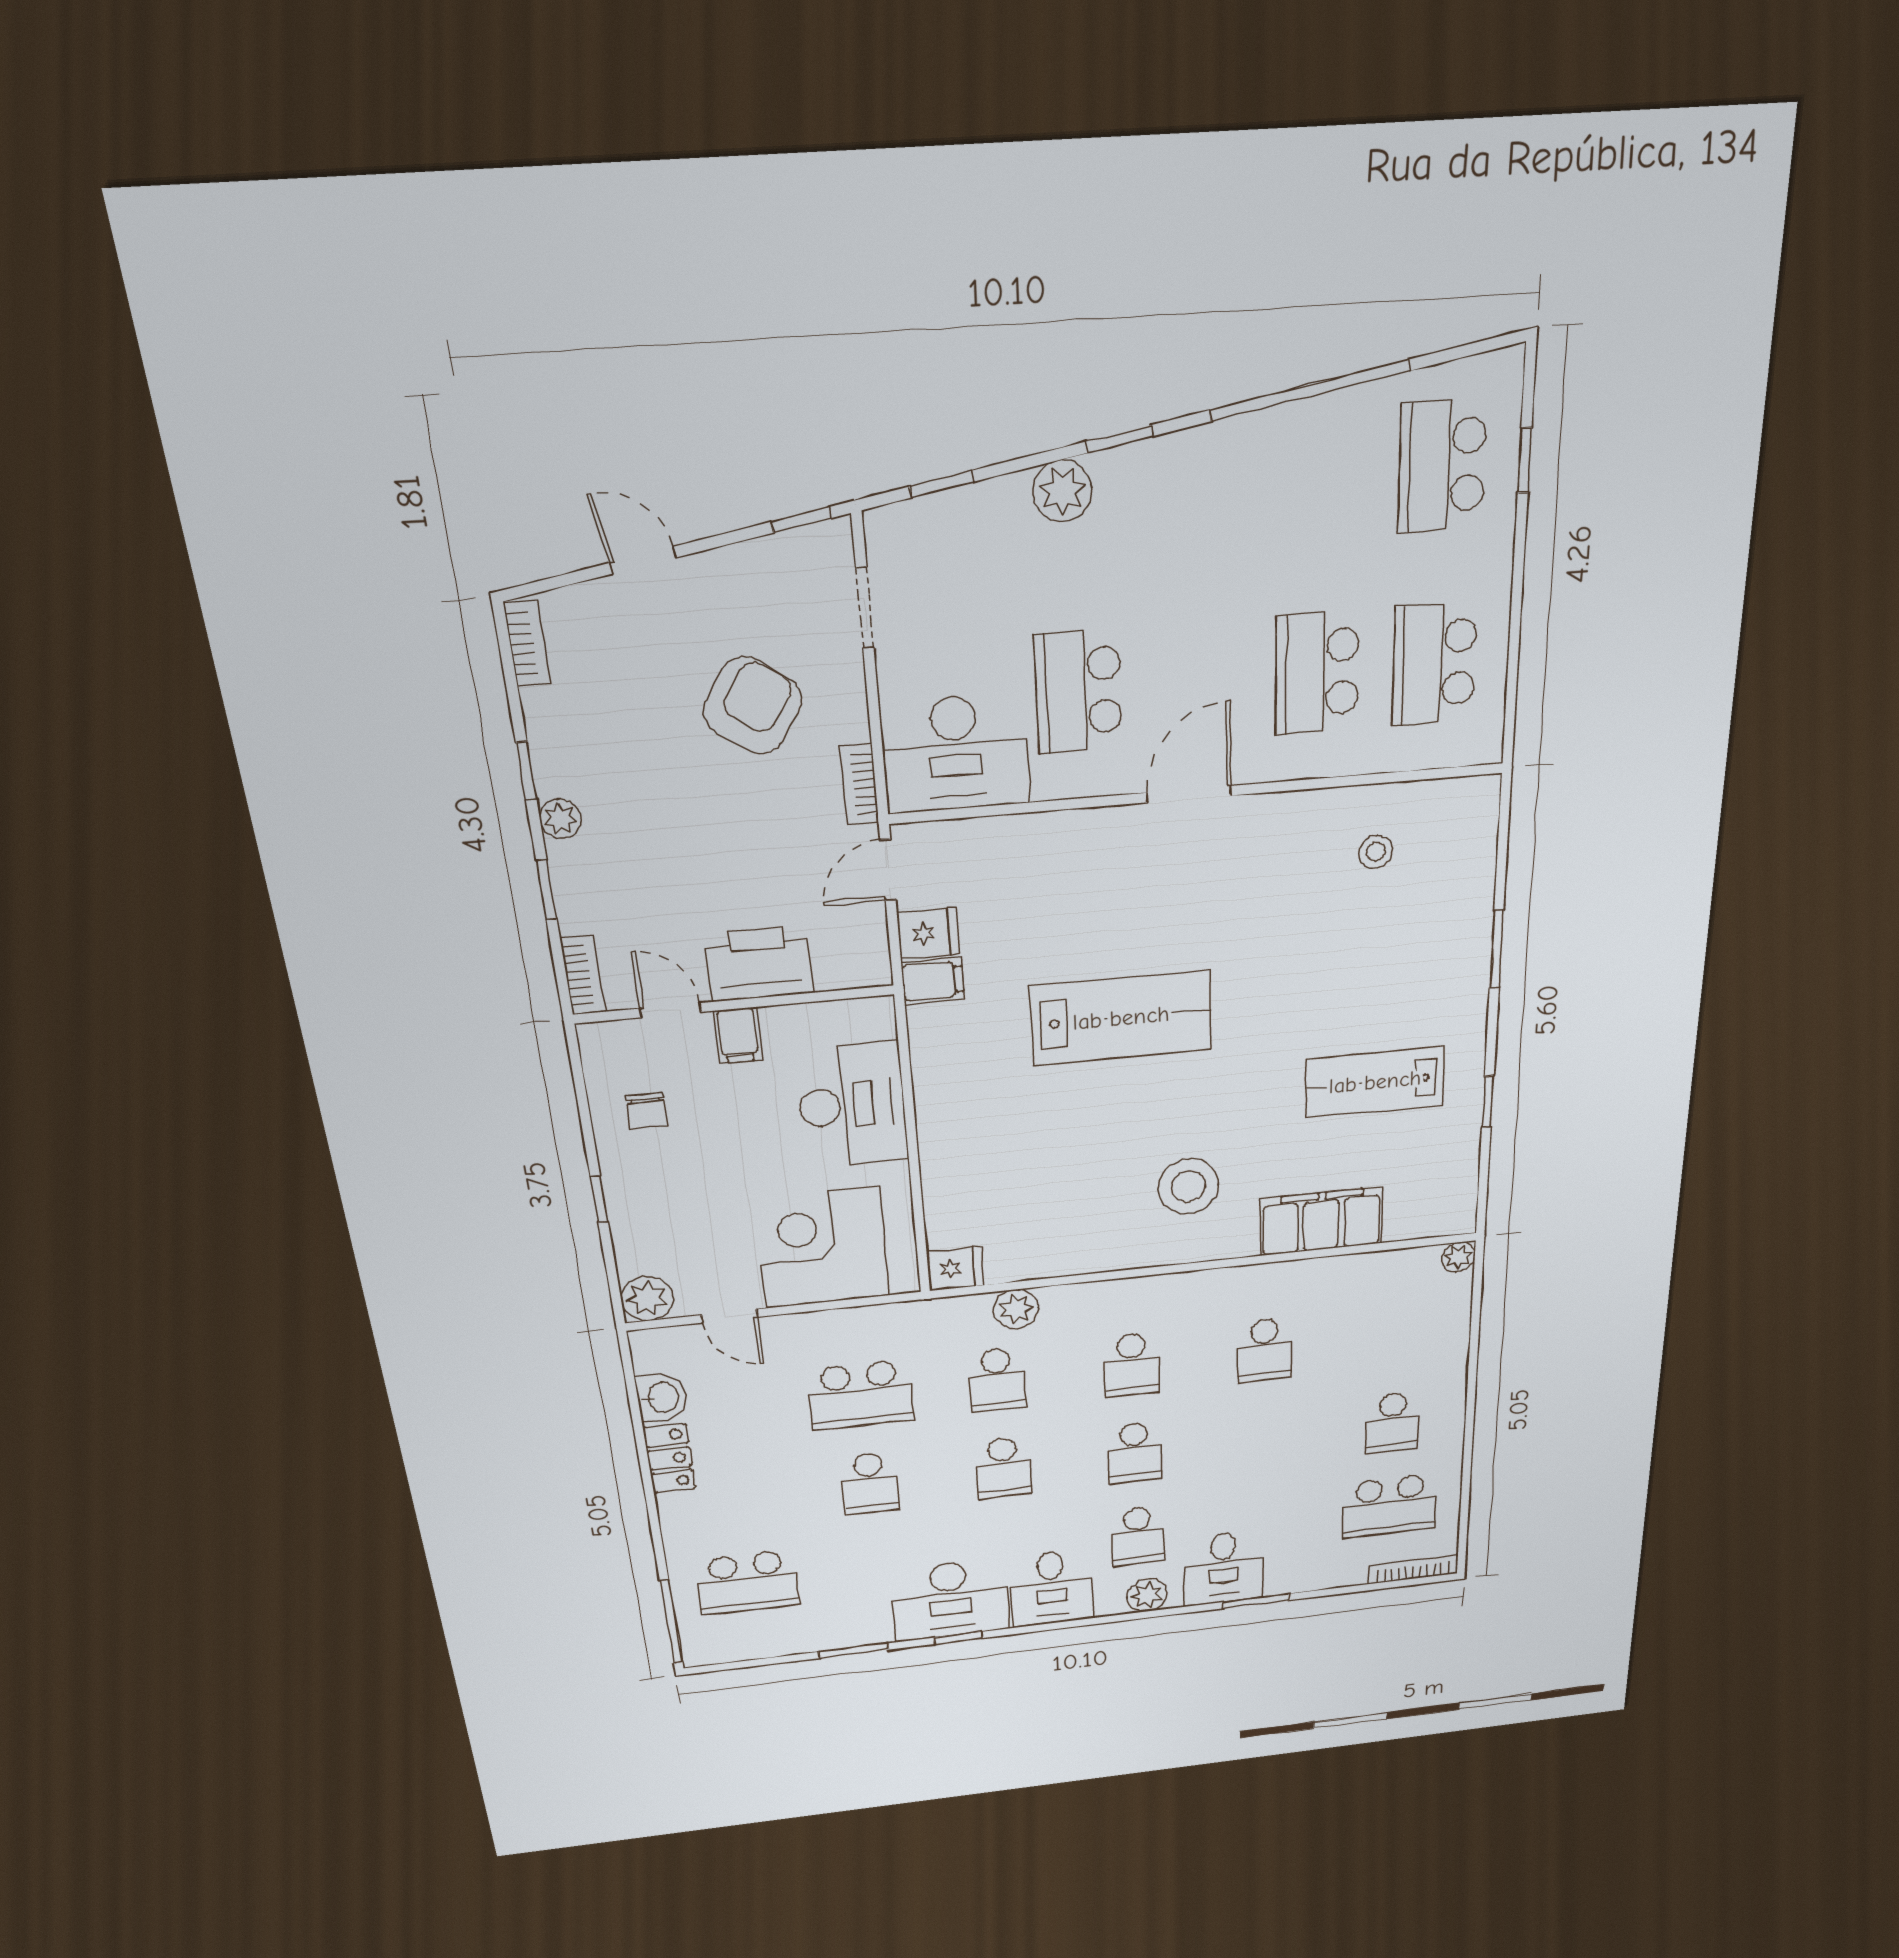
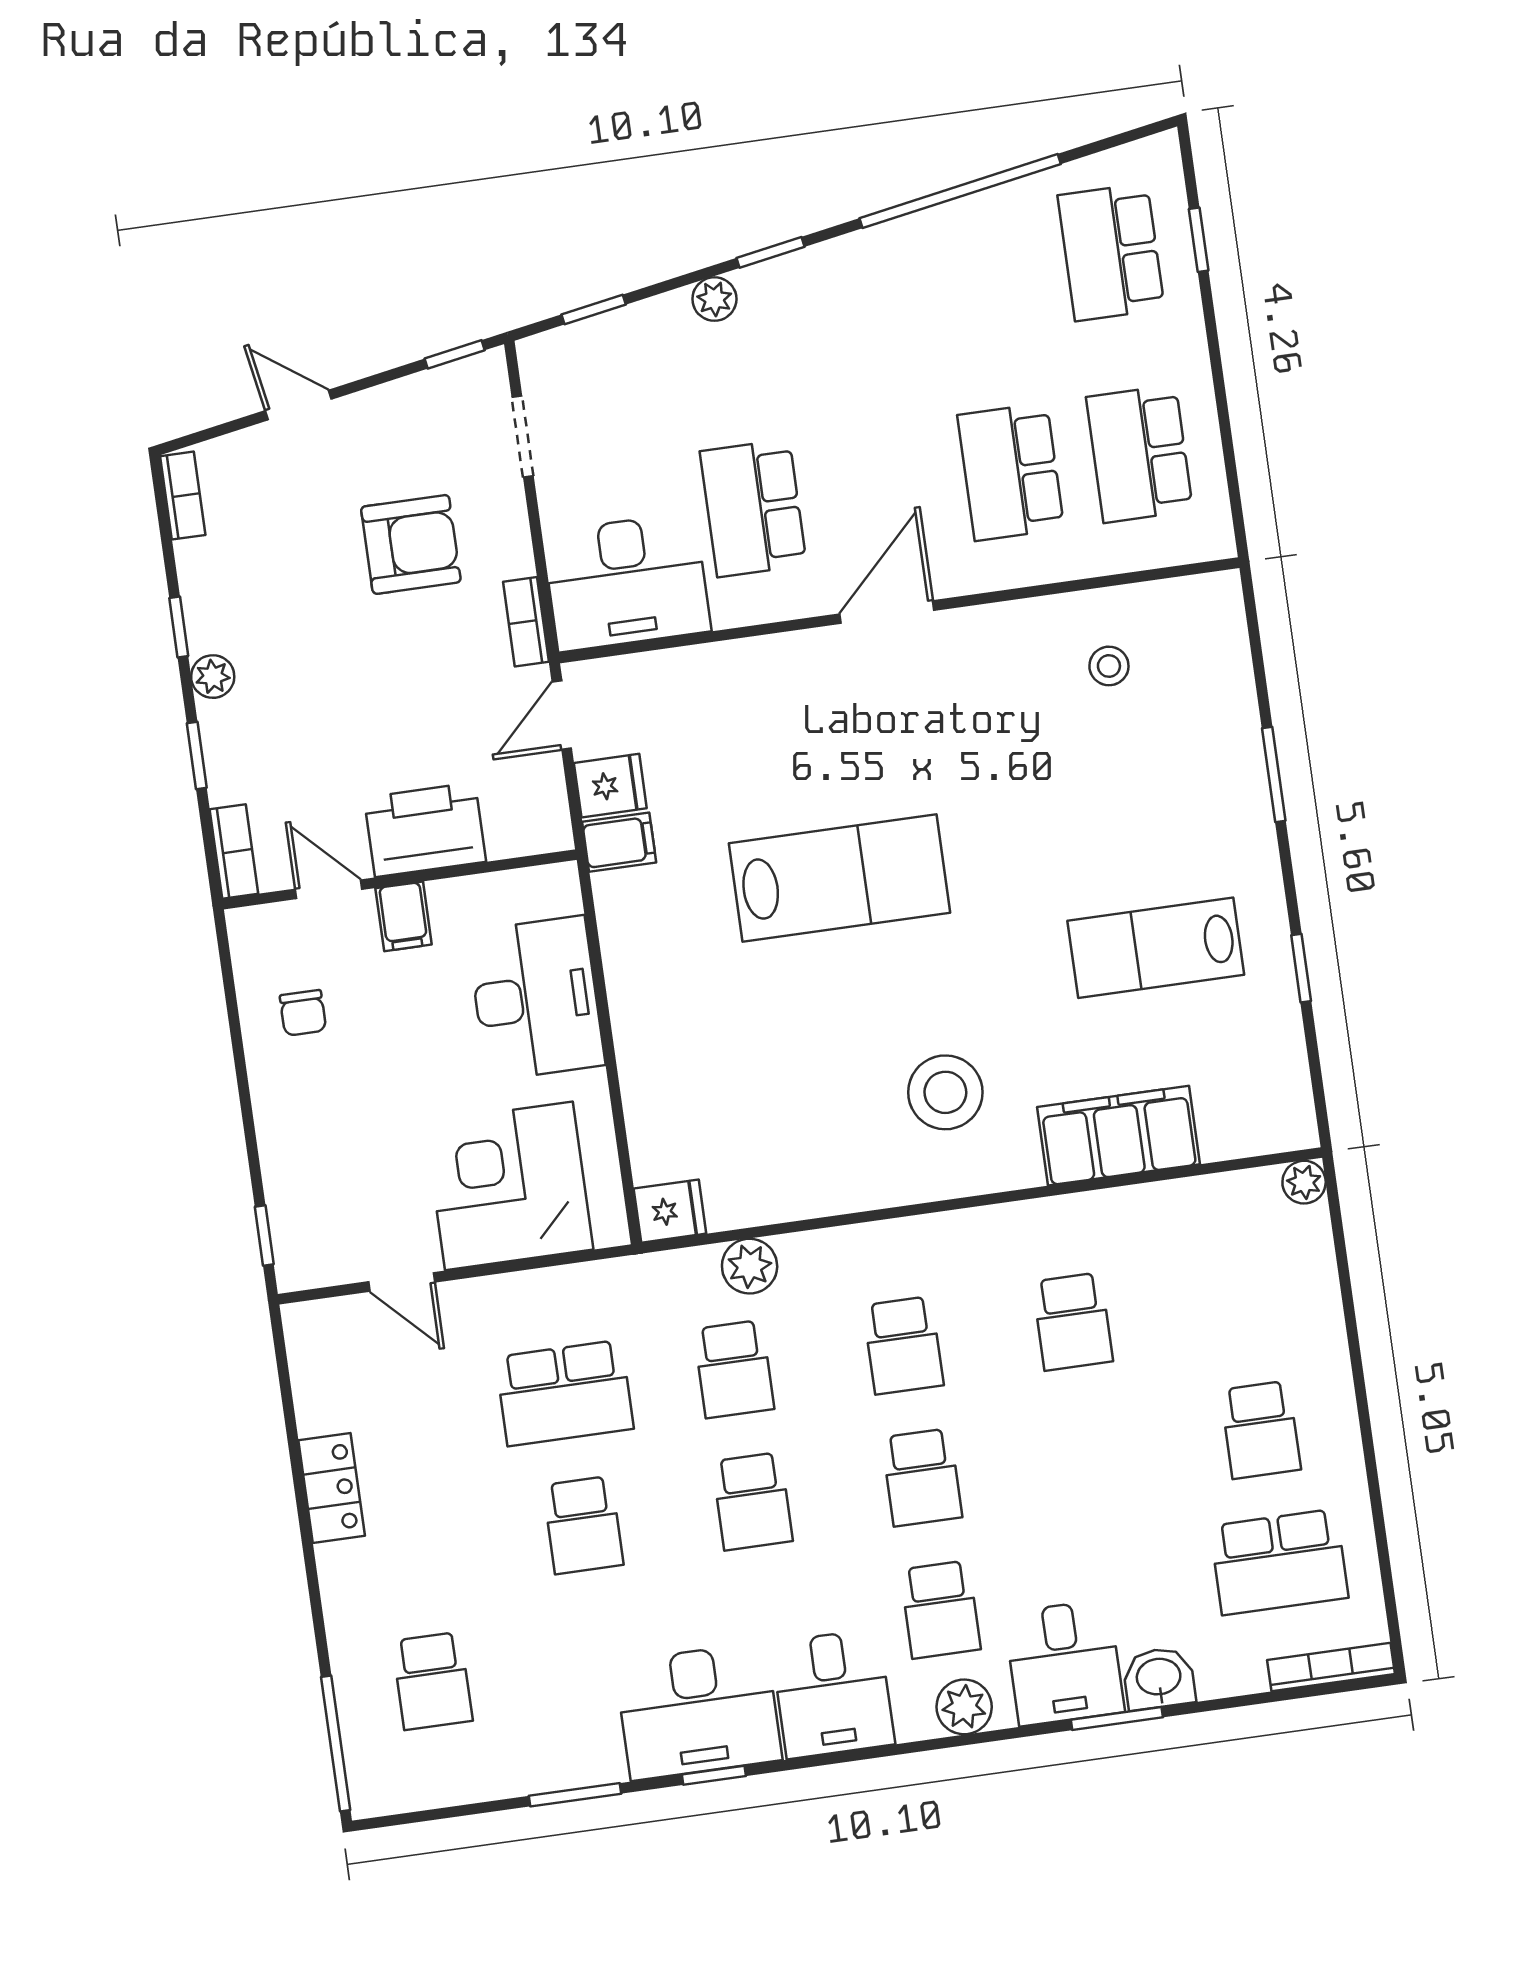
plant: (1062, 491) -> (714, 299), width x0.73, depth x0.73
armchair: (753, 706) -> (411, 544), turned 55
window: (599, 1199) -> (264, 1235), moved
plant: (647, 1299) -> (304, 1260), removed
washbasin: (662, 1397) -> (1159, 1678), moved, turned -90
school desk: (747, 1583) -> (432, 1681), width x0.54

